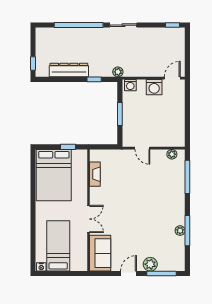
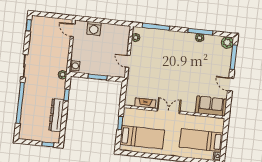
washing machine: (154, 87) -> (94, 29), moved, turned 90
door: (142, 148) -> (128, 61), swing flipped
bed: (54, 175) -> (142, 137), width x0.67
double door: (88, 219) -> (168, 111), moved
plant: (150, 264) -> (227, 43), moved

